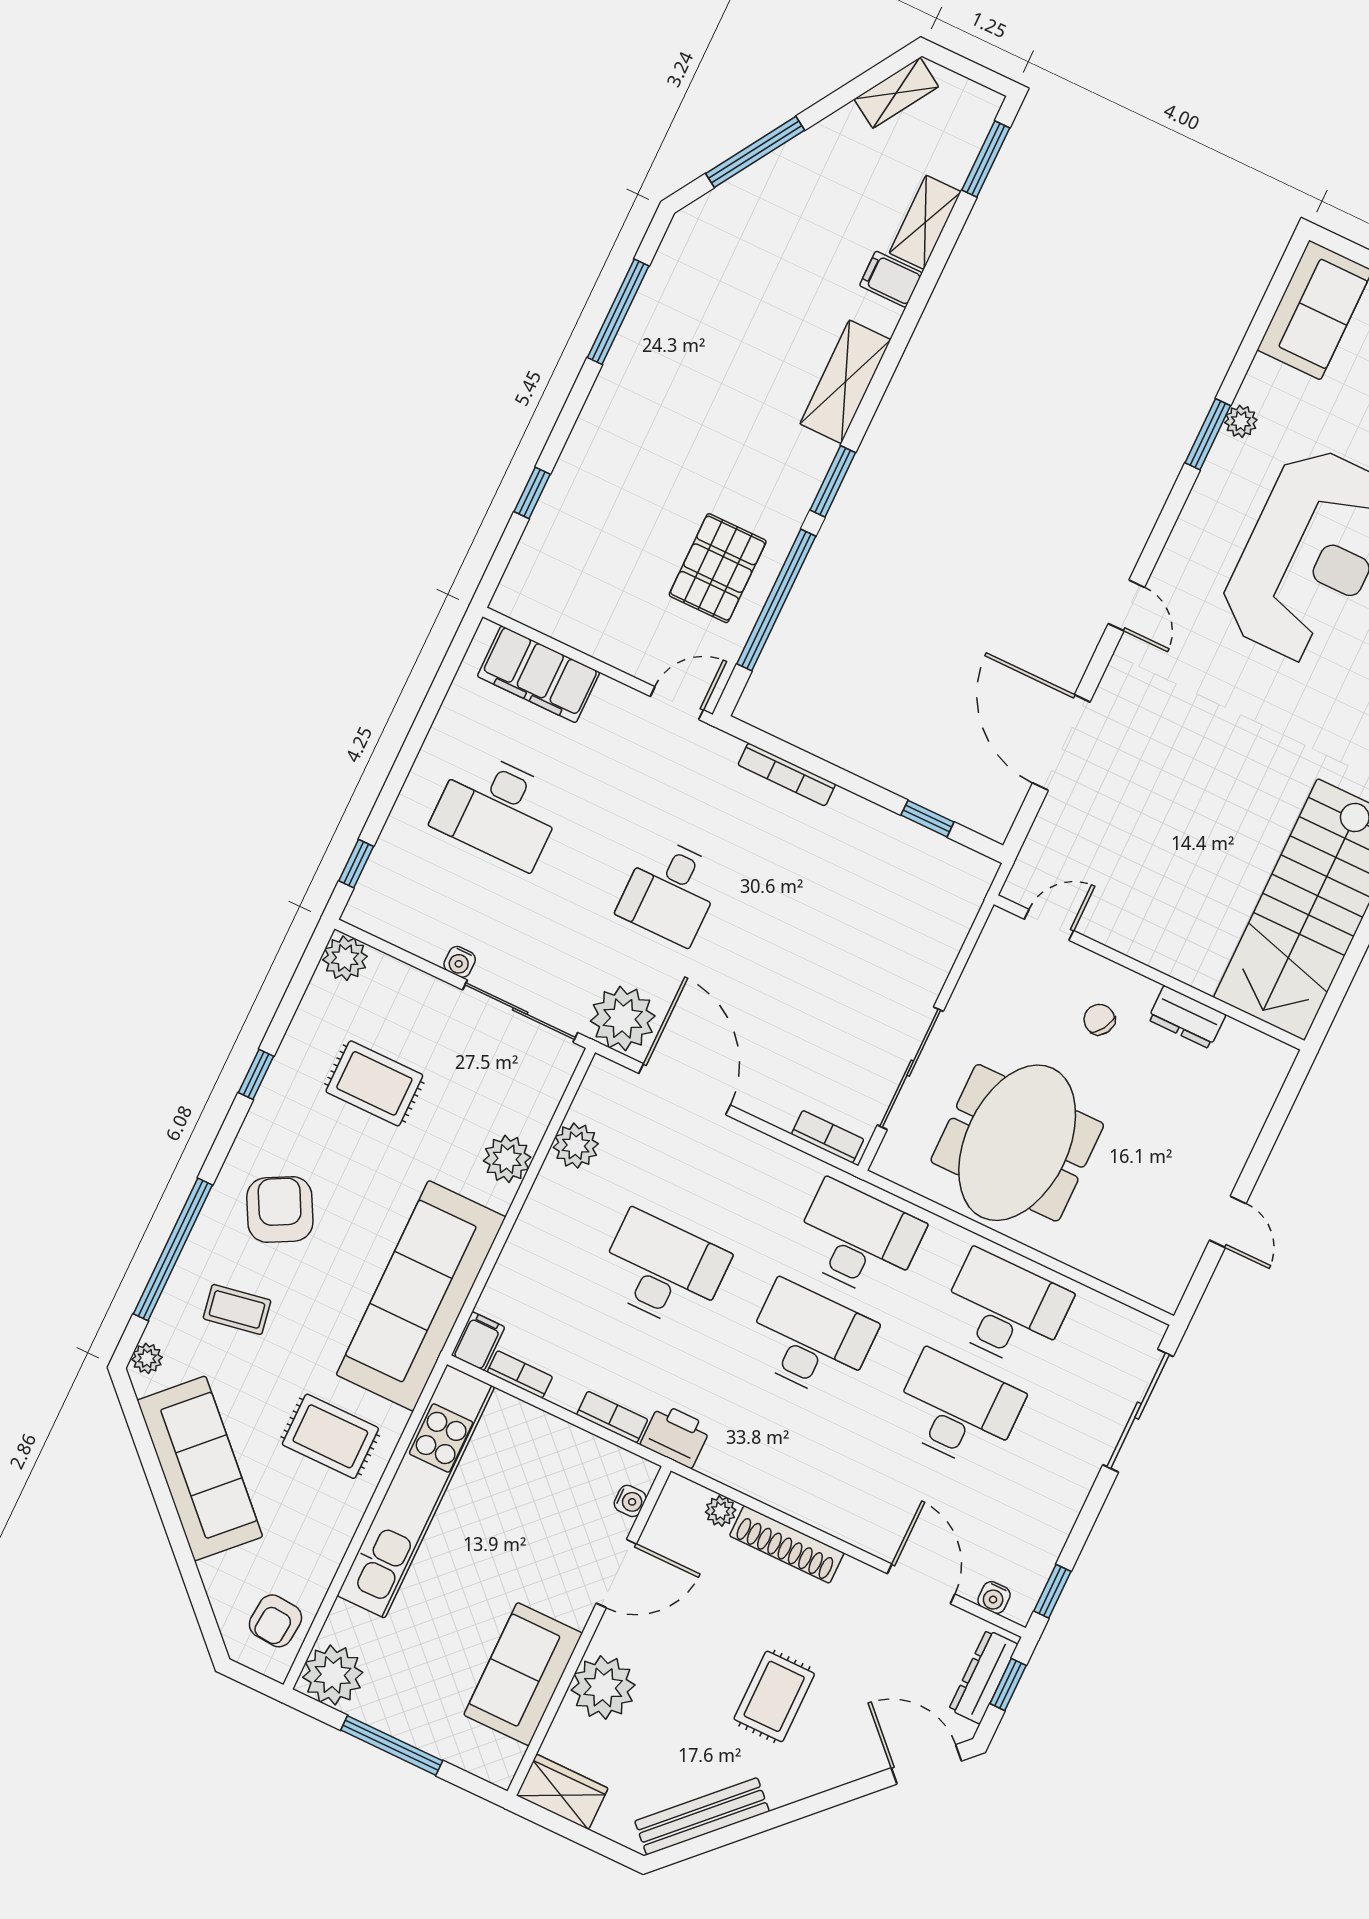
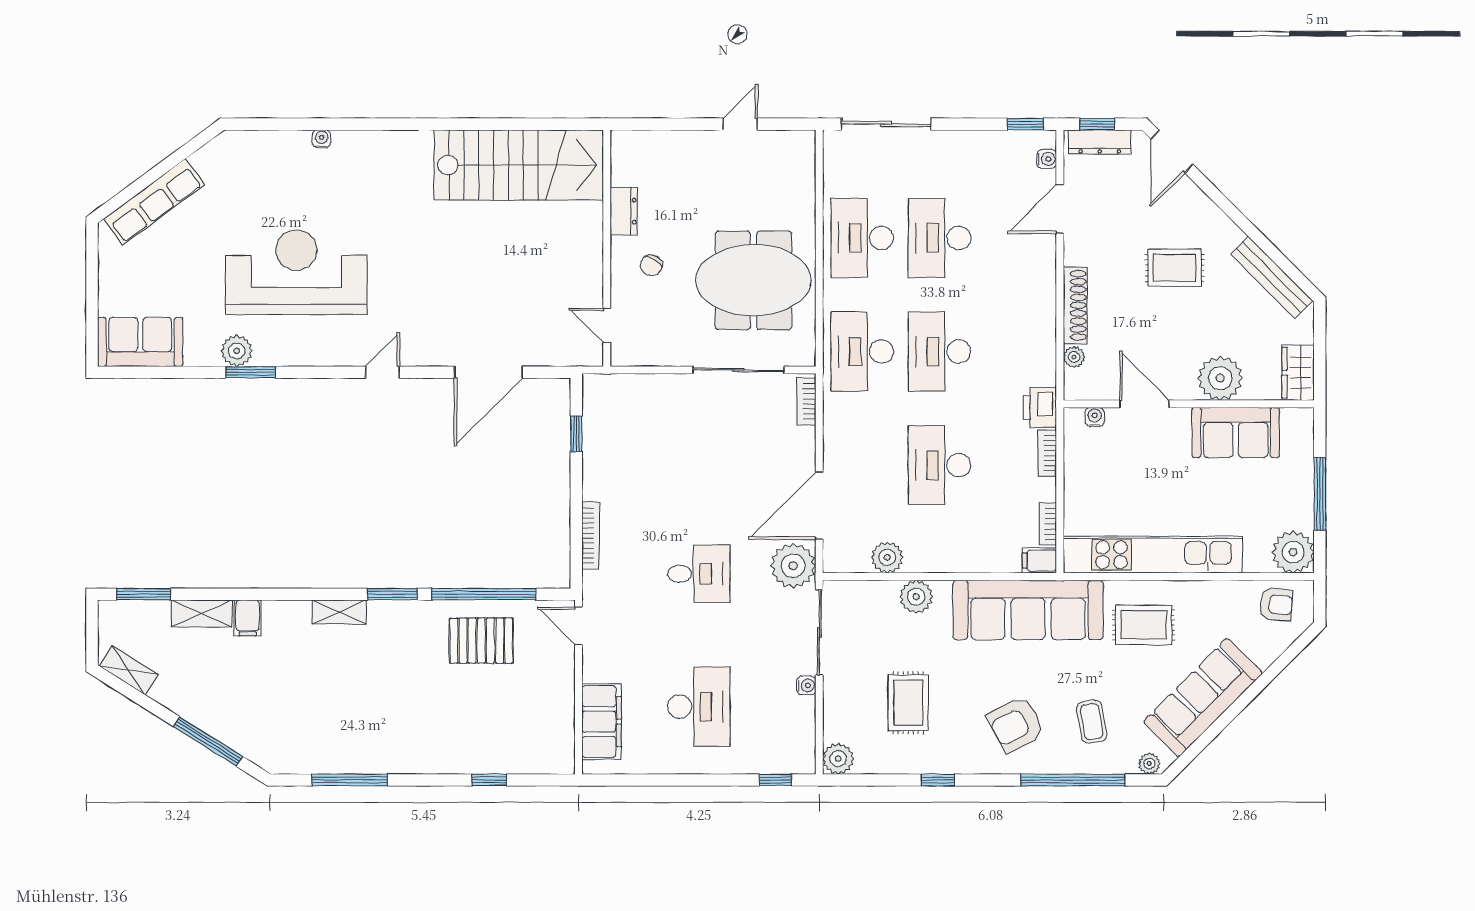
shelving: (845, 382) -> (339, 612), width x0.67, depth x0.75
plant: (1241, 421) -> (237, 351), width x1.38, depth x1.38
rug: (330, 1436) -> (1144, 625), turned 90

